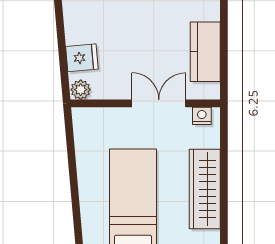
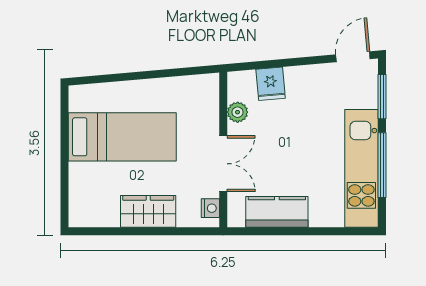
plant: (81, 90) -> (238, 112), moved
wardrobe: (205, 189) -> (148, 211), width x0.67

